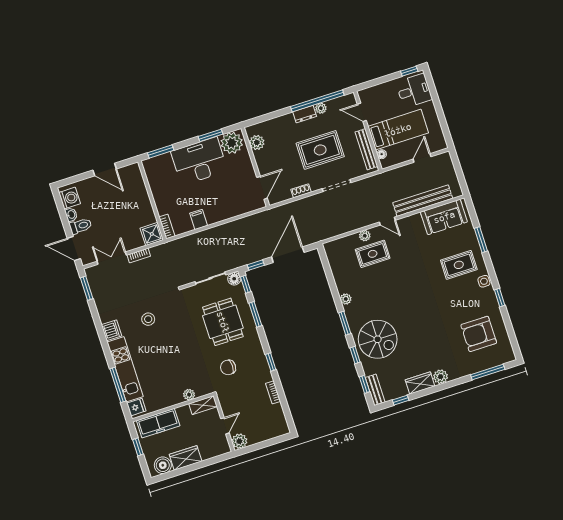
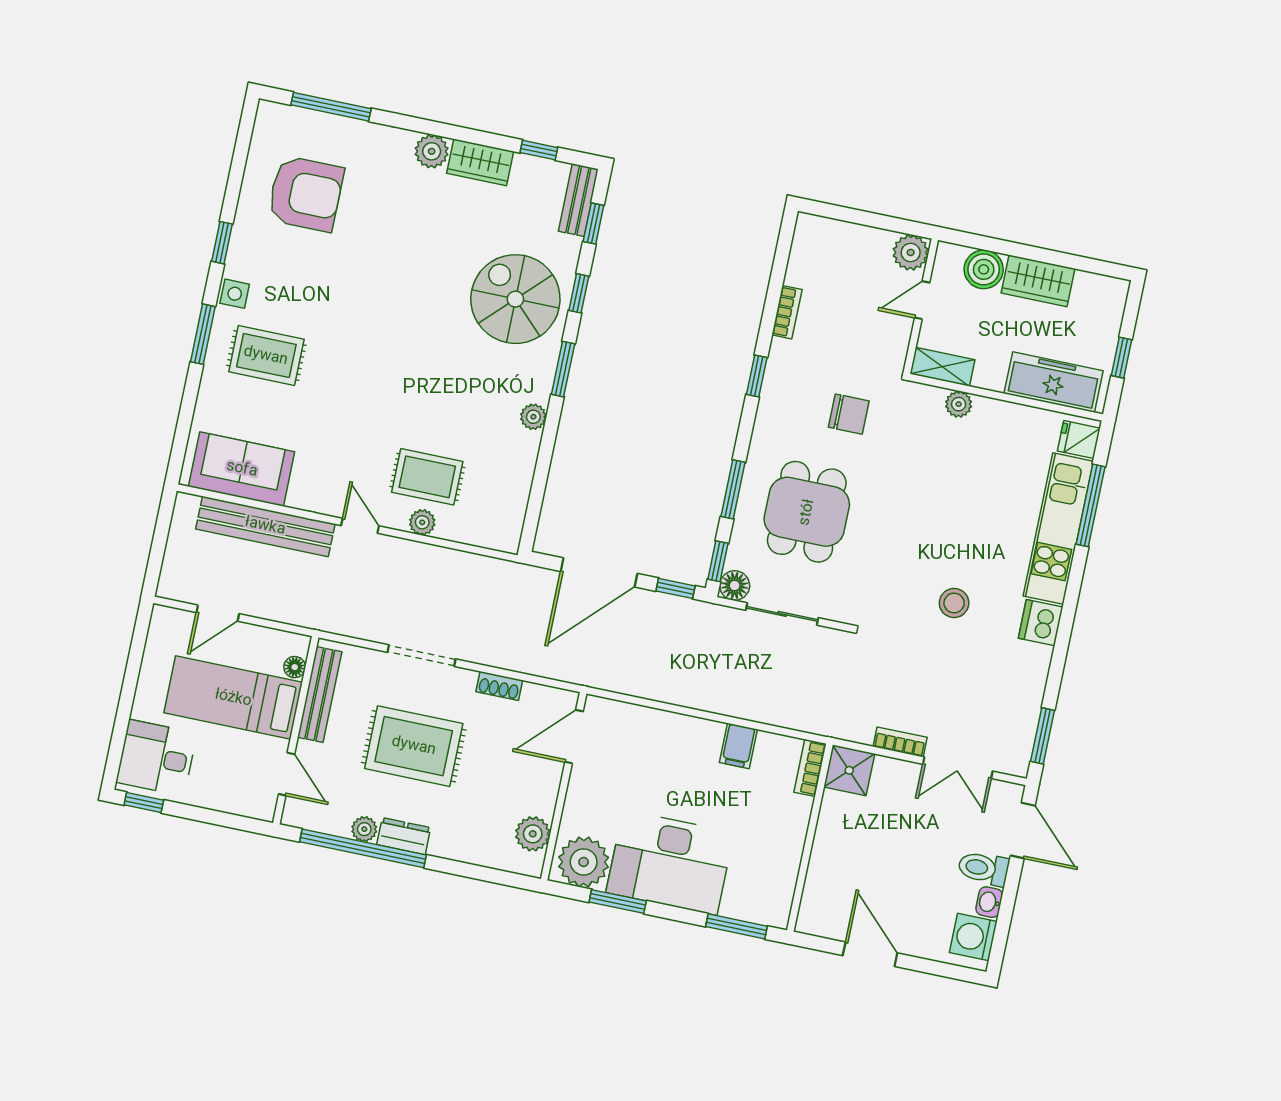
window: (481, 240) -> (203, 334), moved
boiler: (163, 465) -> (984, 269), moved

